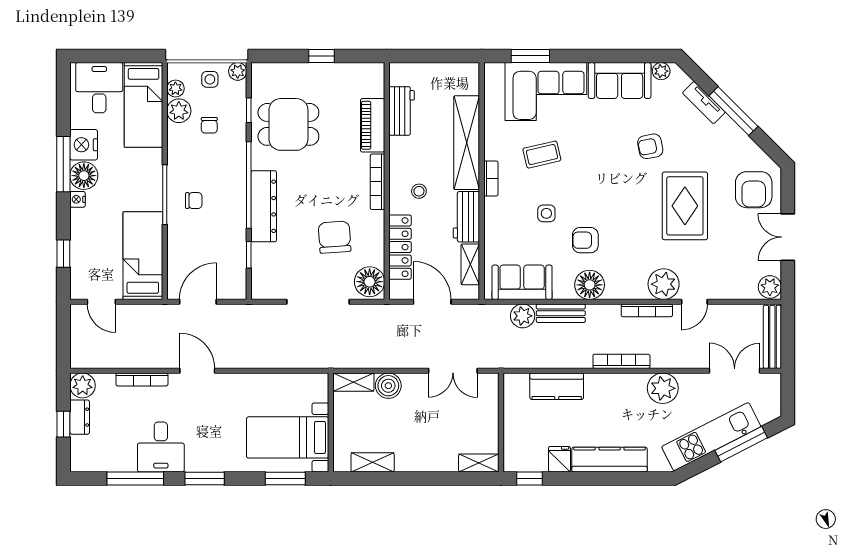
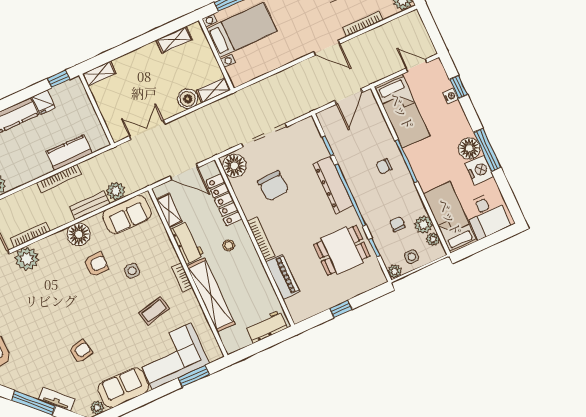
workbench: (402, 111) -> (266, 327), moved, turned 90
nightstand: (77, 199) -> (451, 96), moved
rug: (685, 206) -> (37, 321), removed
bookcase: (621, 361) -> (59, 178), moved

